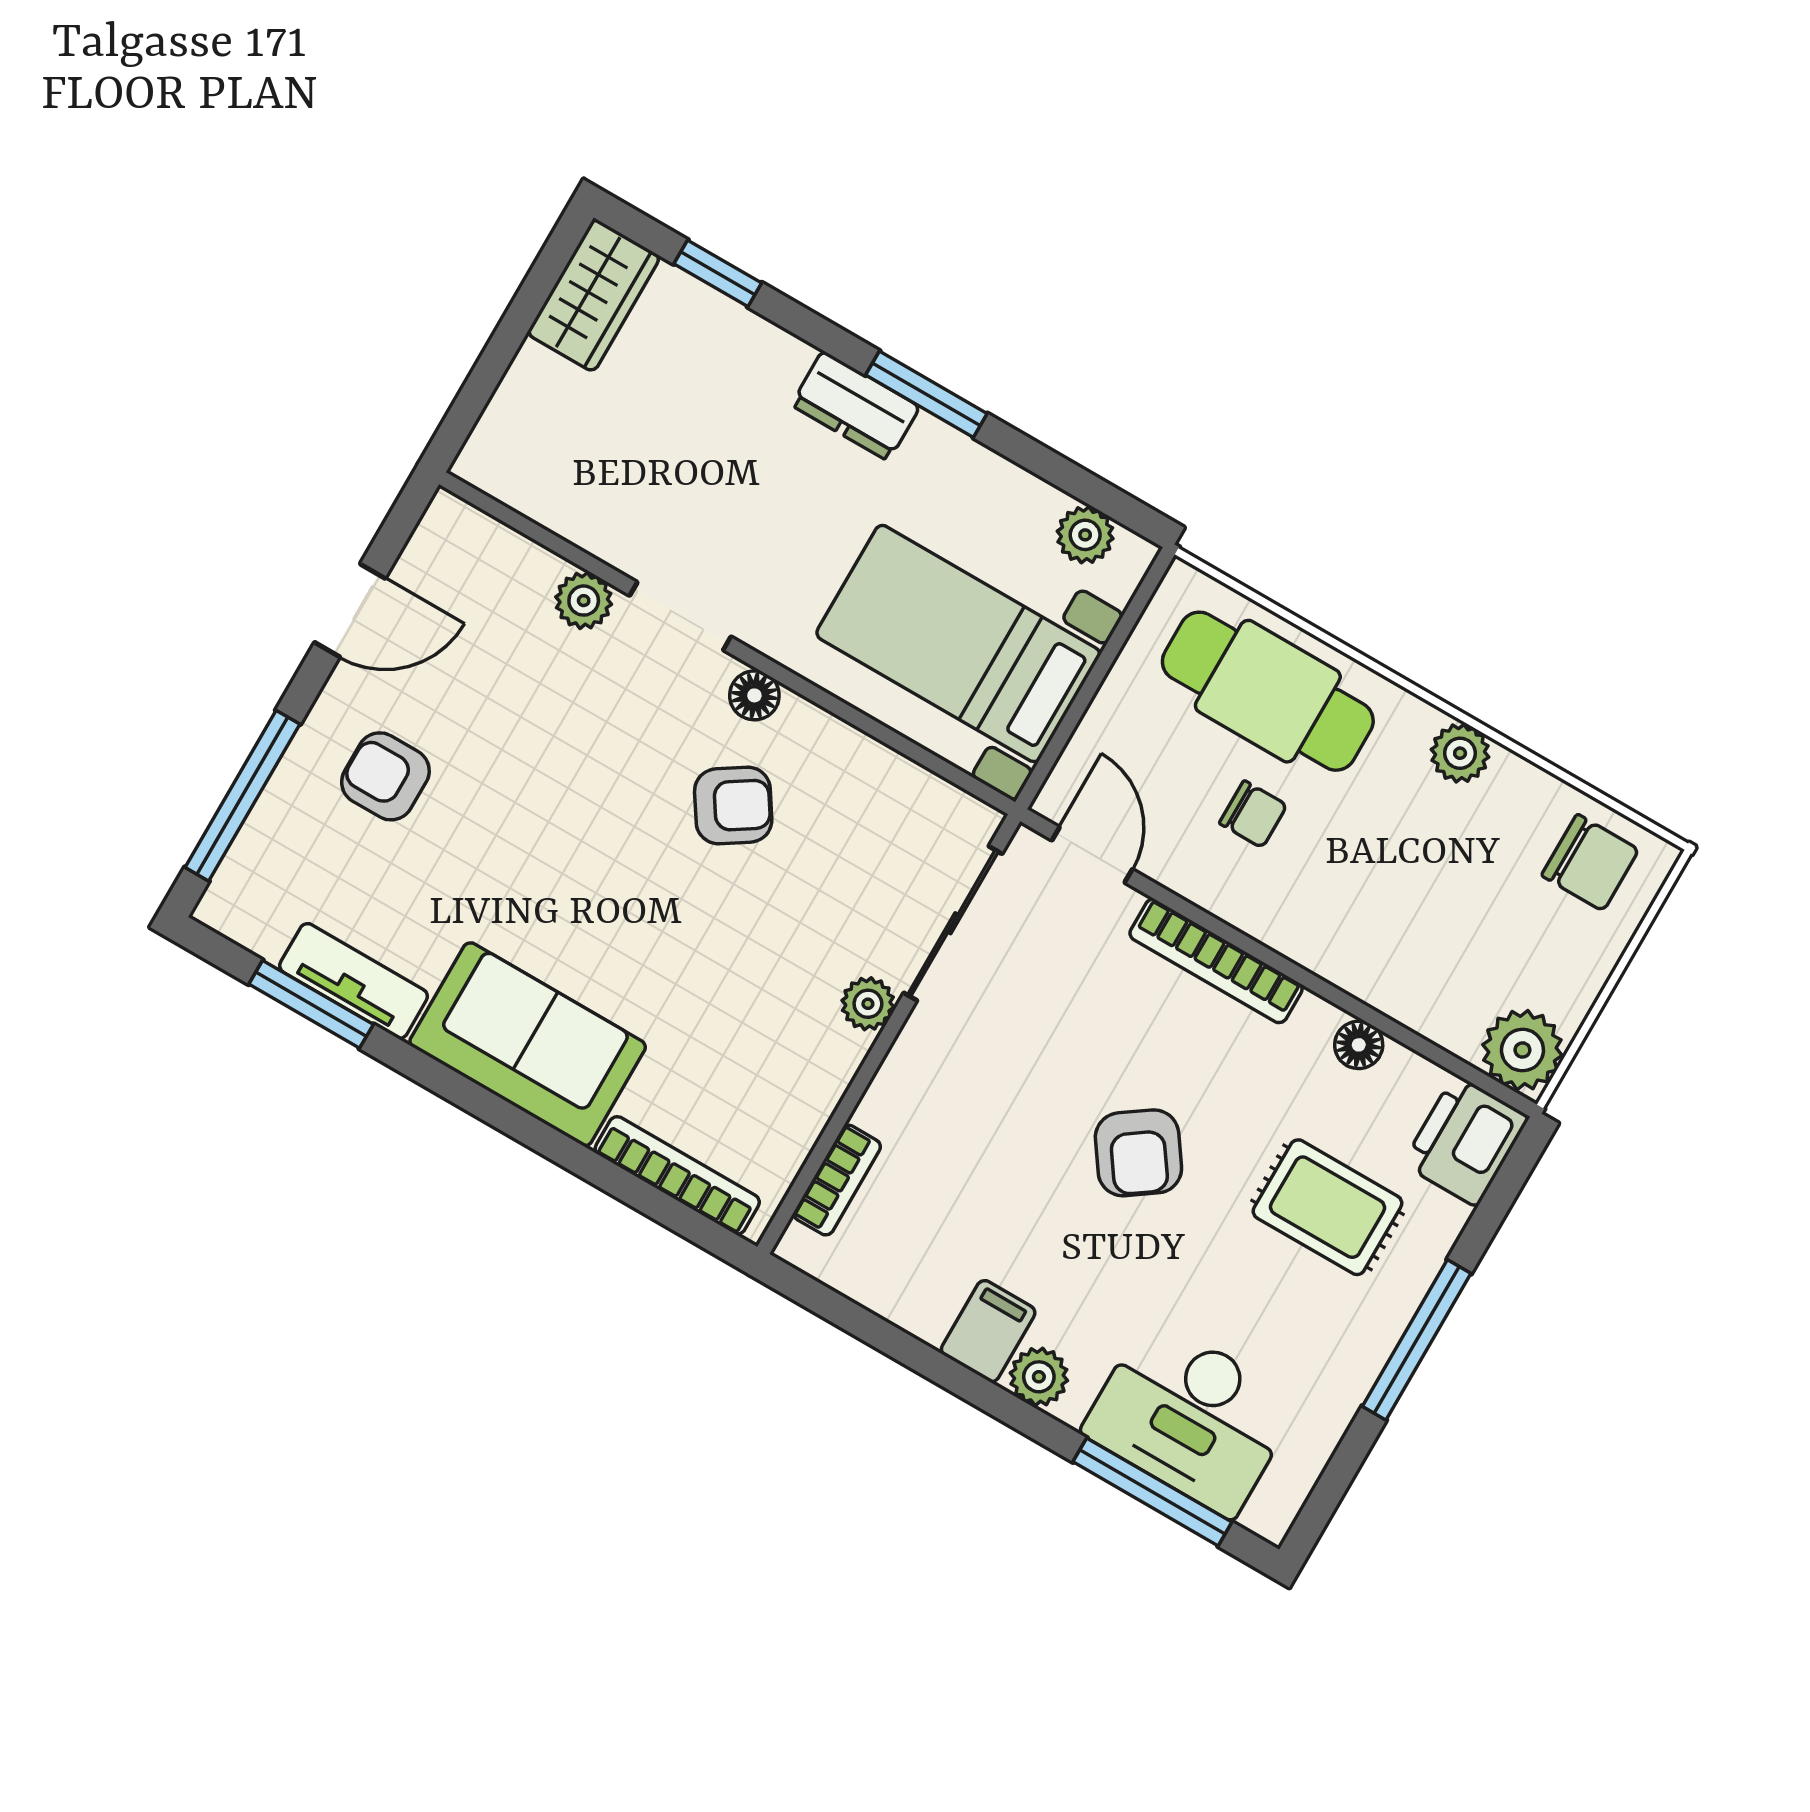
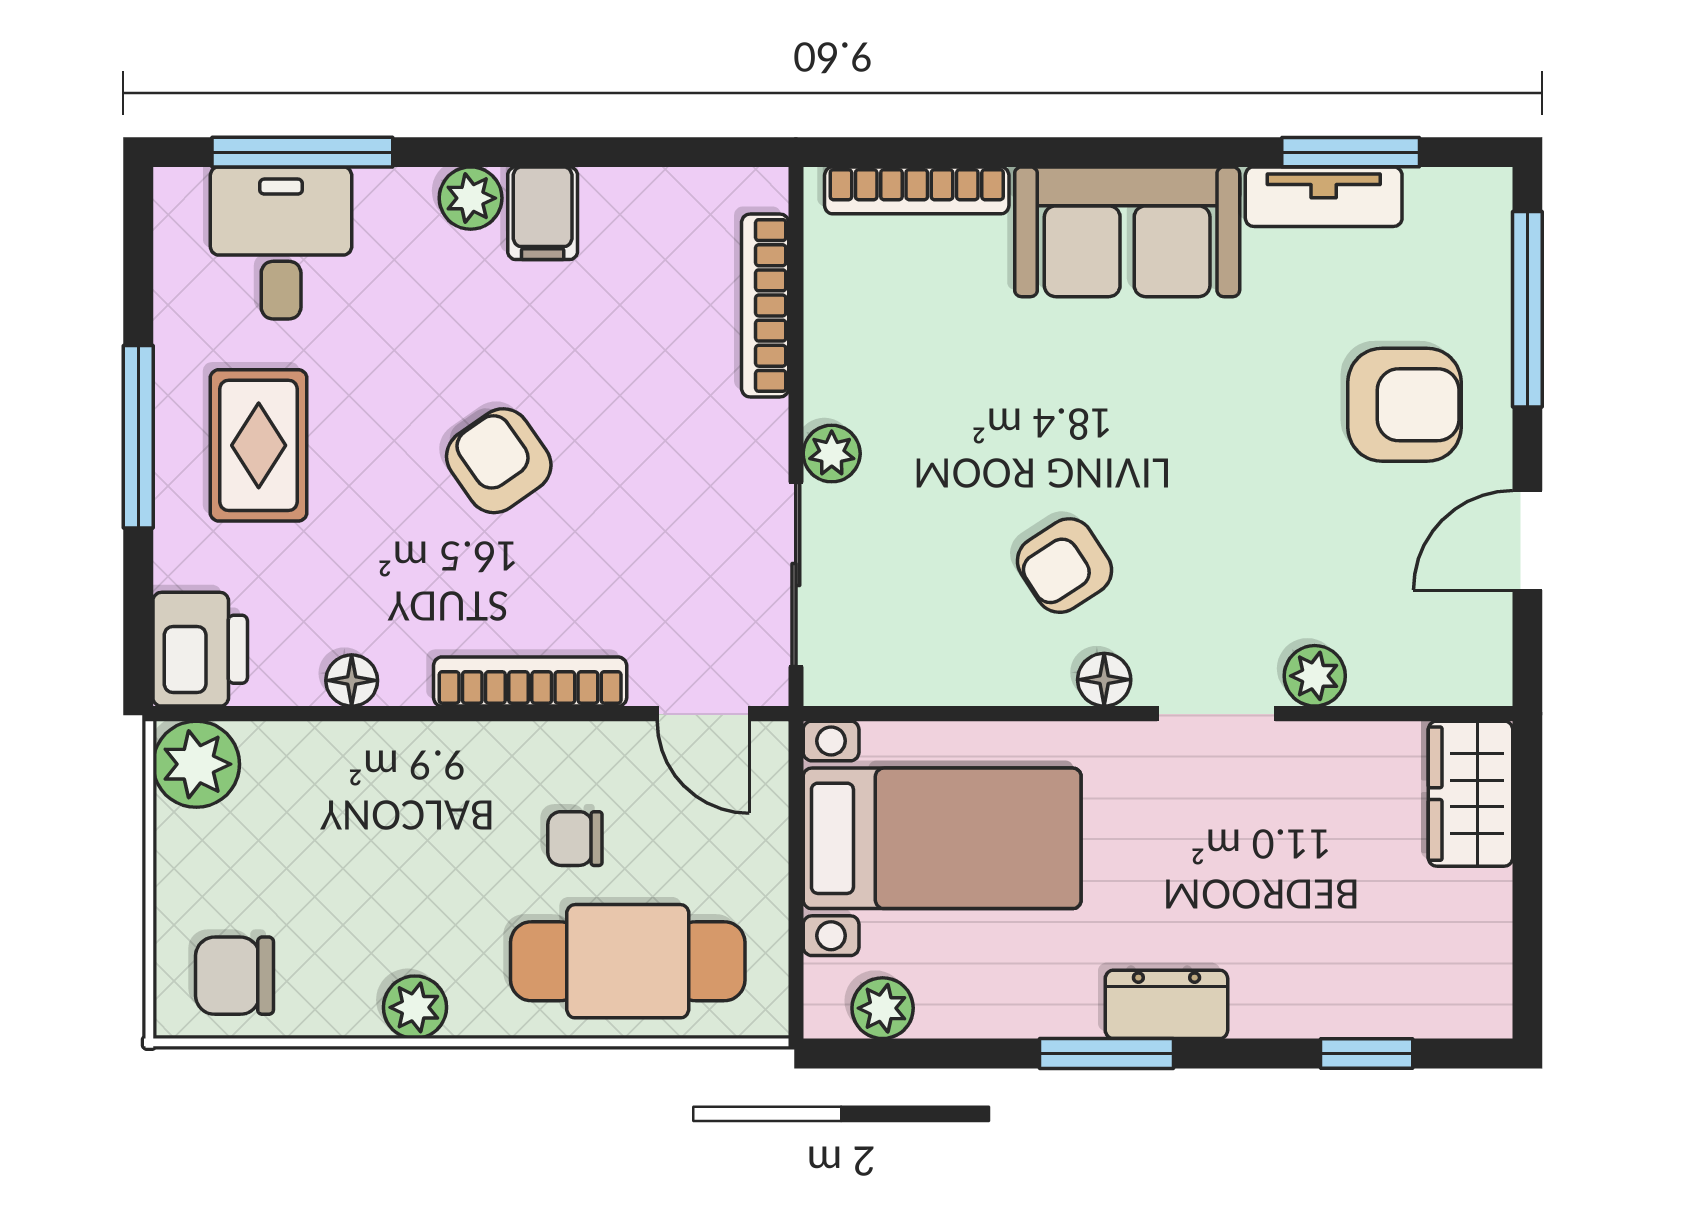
wardrobe: (594, 295) -> (1471, 794), moved
armchair: (385, 776) -> (1405, 405), width x1.38, depth x1.38
bookcase: (837, 1180) -> (765, 305), width x1.56
rug: (1328, 1207) -> (259, 445), moved, turned 90
desk: (1191, 1417) -> (281, 243), width x0.73

